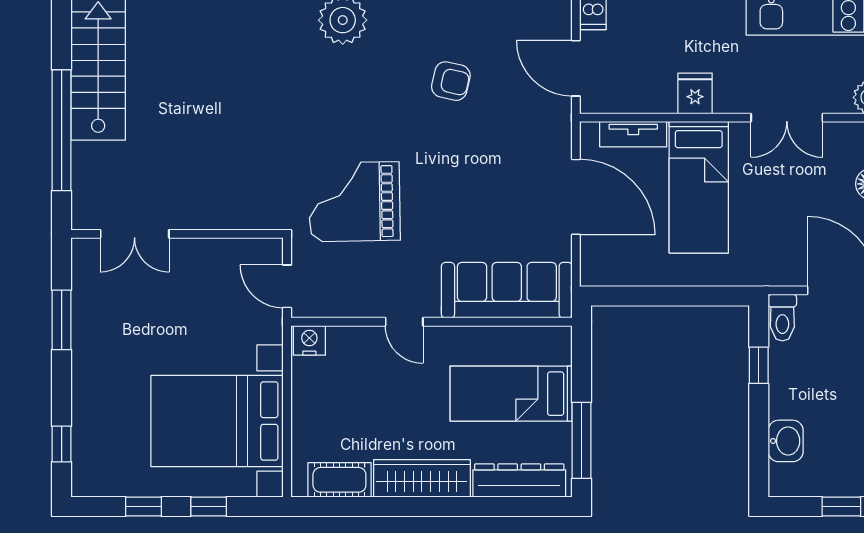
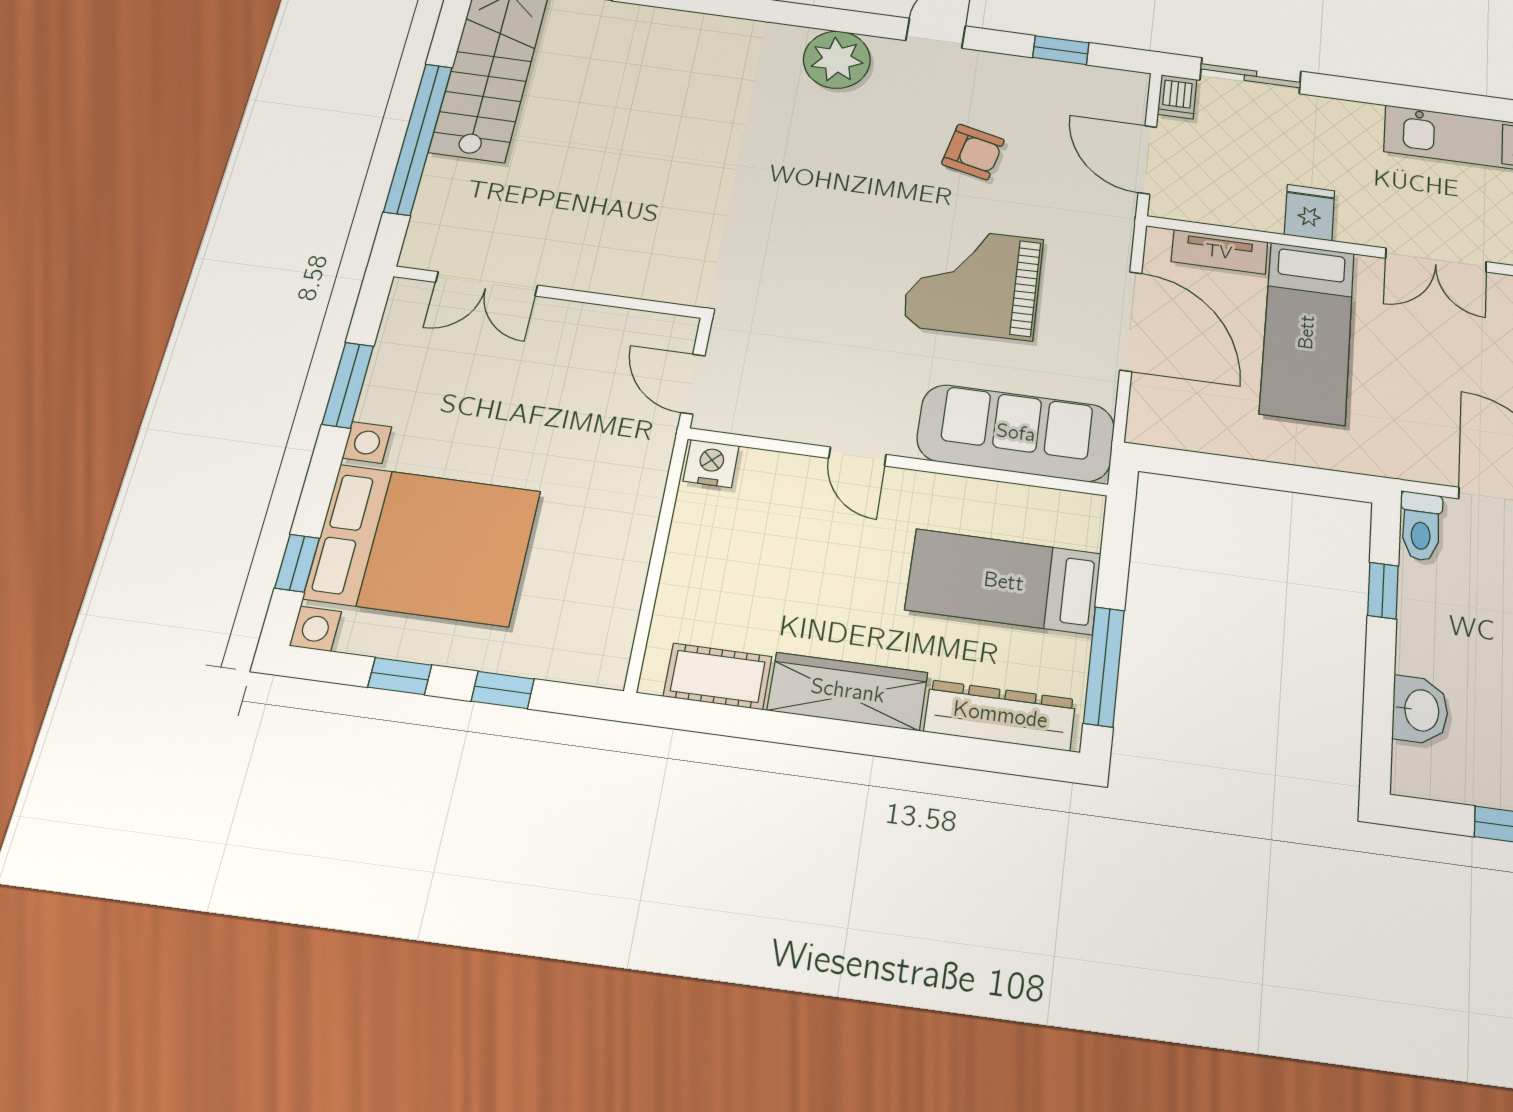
grand piano: (354, 202) -> (973, 282), moved
bed with nightstands: (217, 421) -> (423, 545), moved, turned 180

